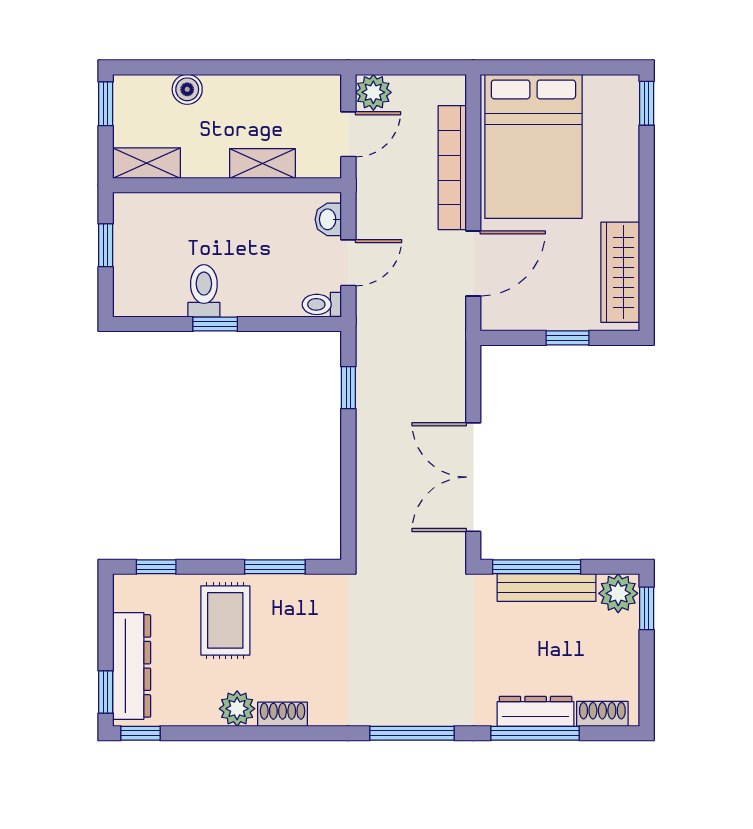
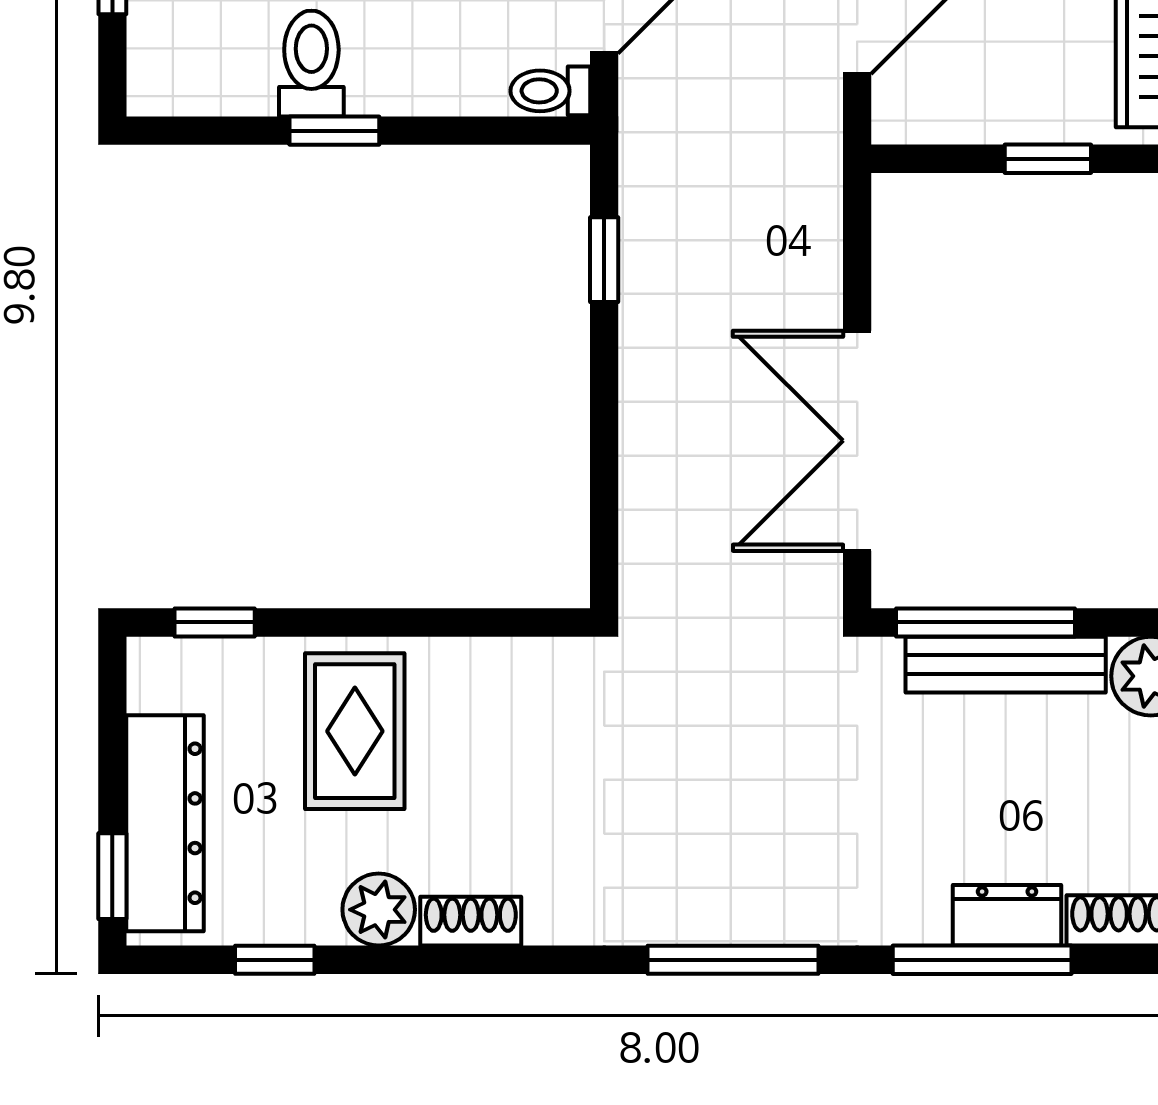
window: (275, 567) -> (455, 622), removed
dresser: (536, 711) -> (1007, 915), width x0.70
window: (141, 733) -> (275, 960), moved

